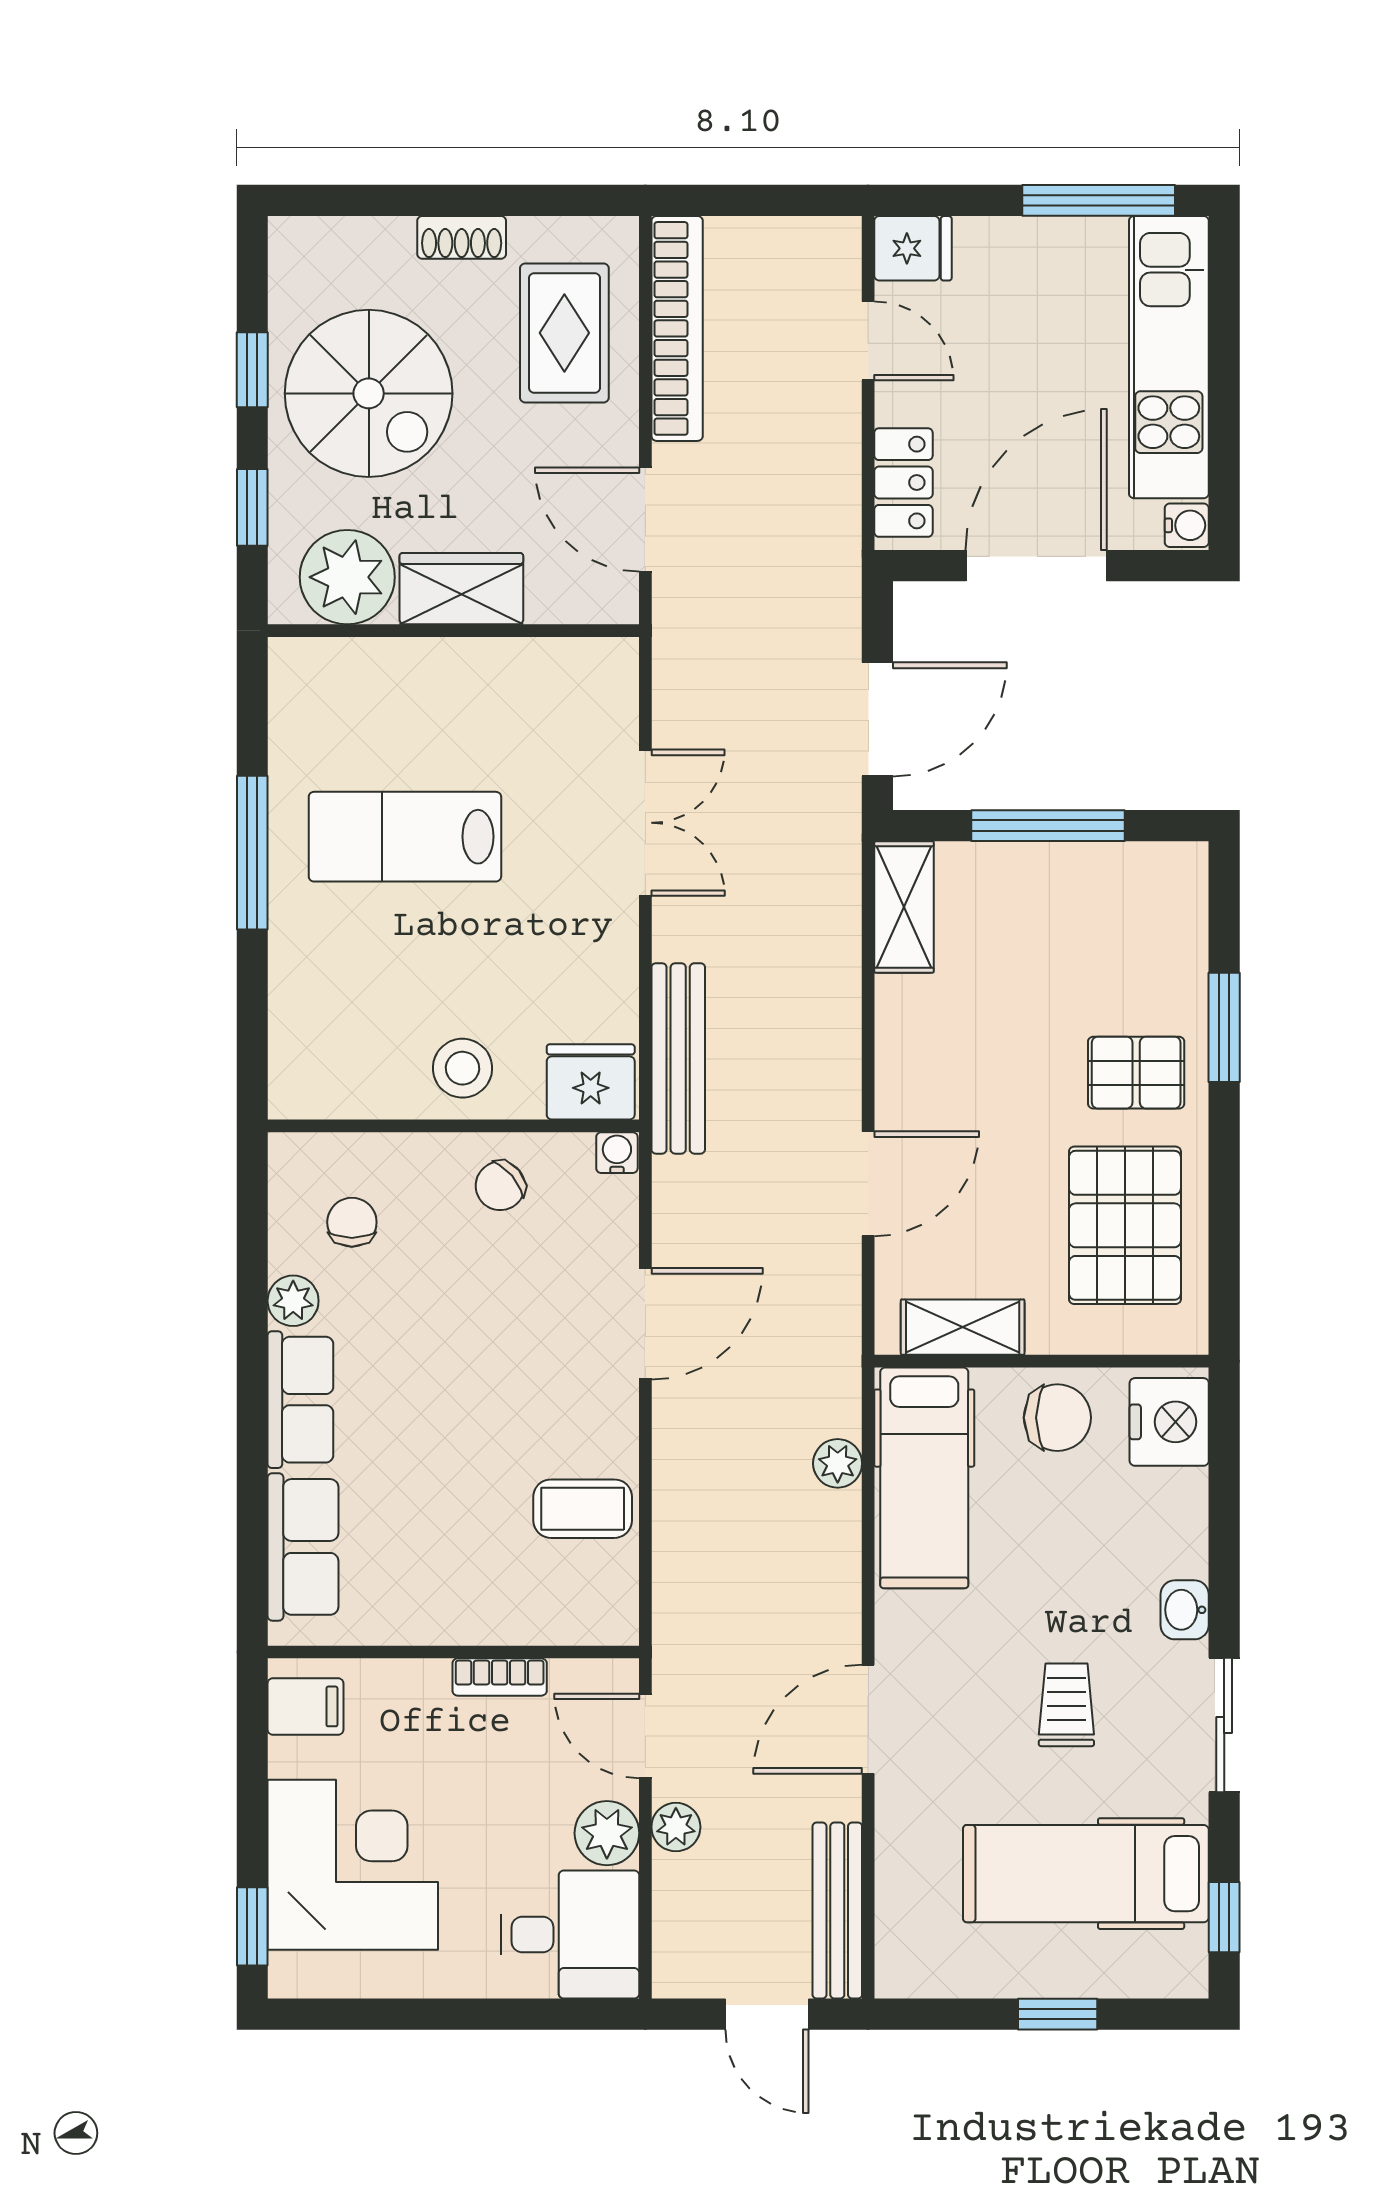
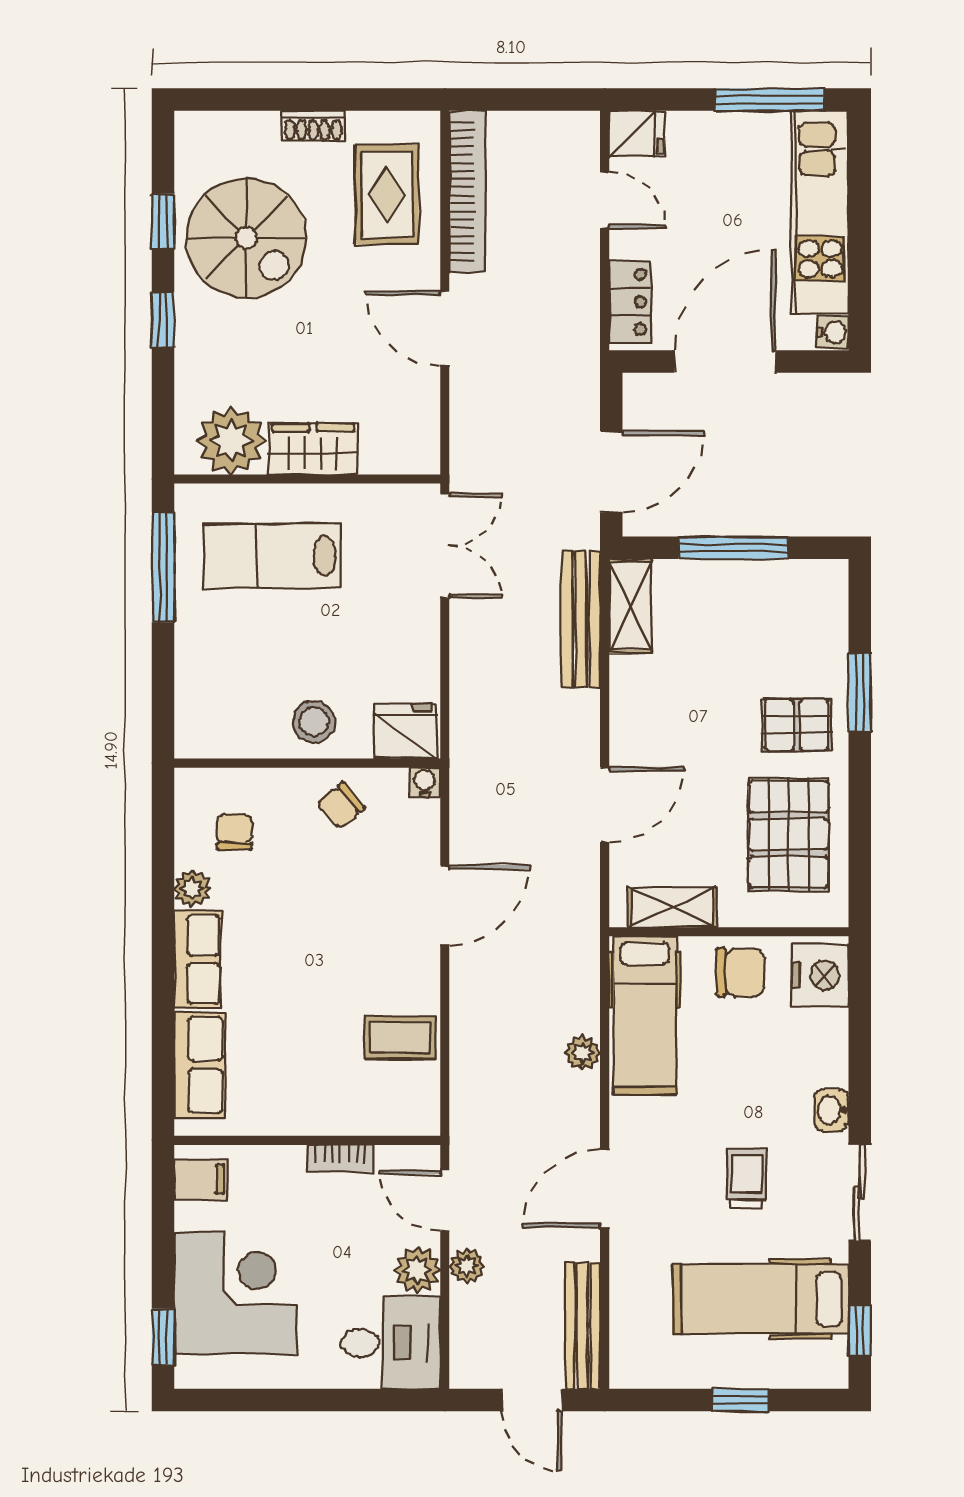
plant: (347, 577) -> (231, 441), moved
wardrobe: (461, 589) -> (313, 449), moved
wall: (453, 631) -> (307, 479), moved
bench: (678, 1058) -> (581, 619), moved
plant: (838, 1463) -> (583, 1053), moved

